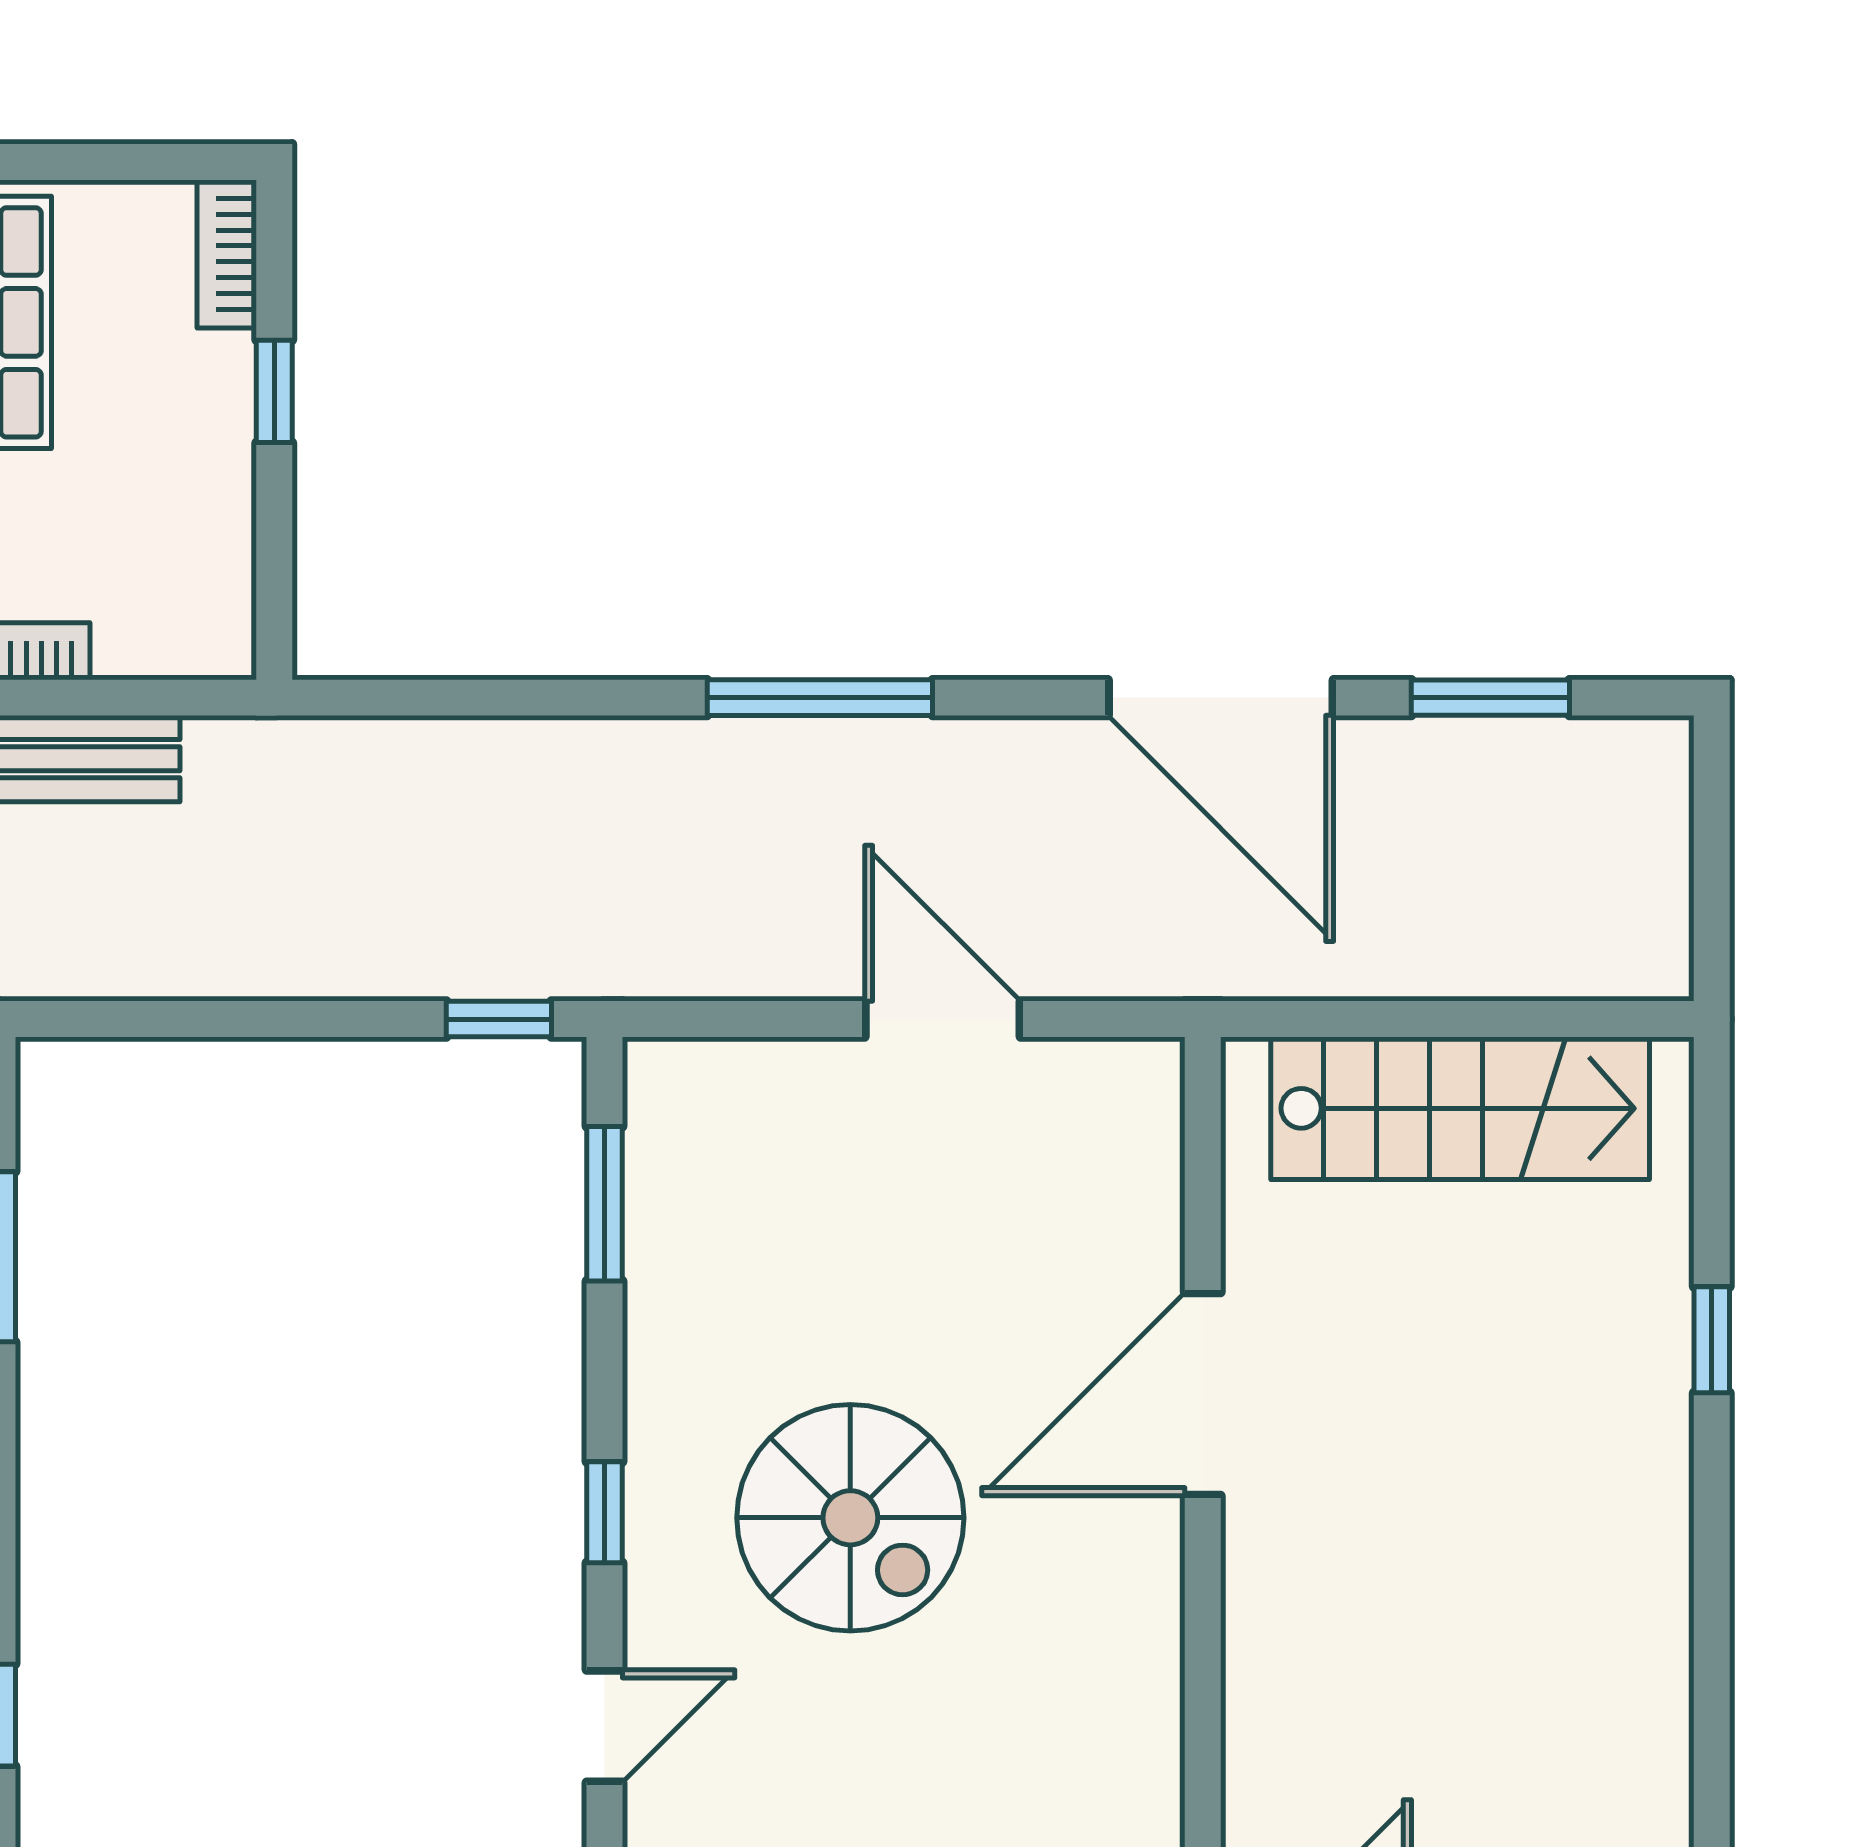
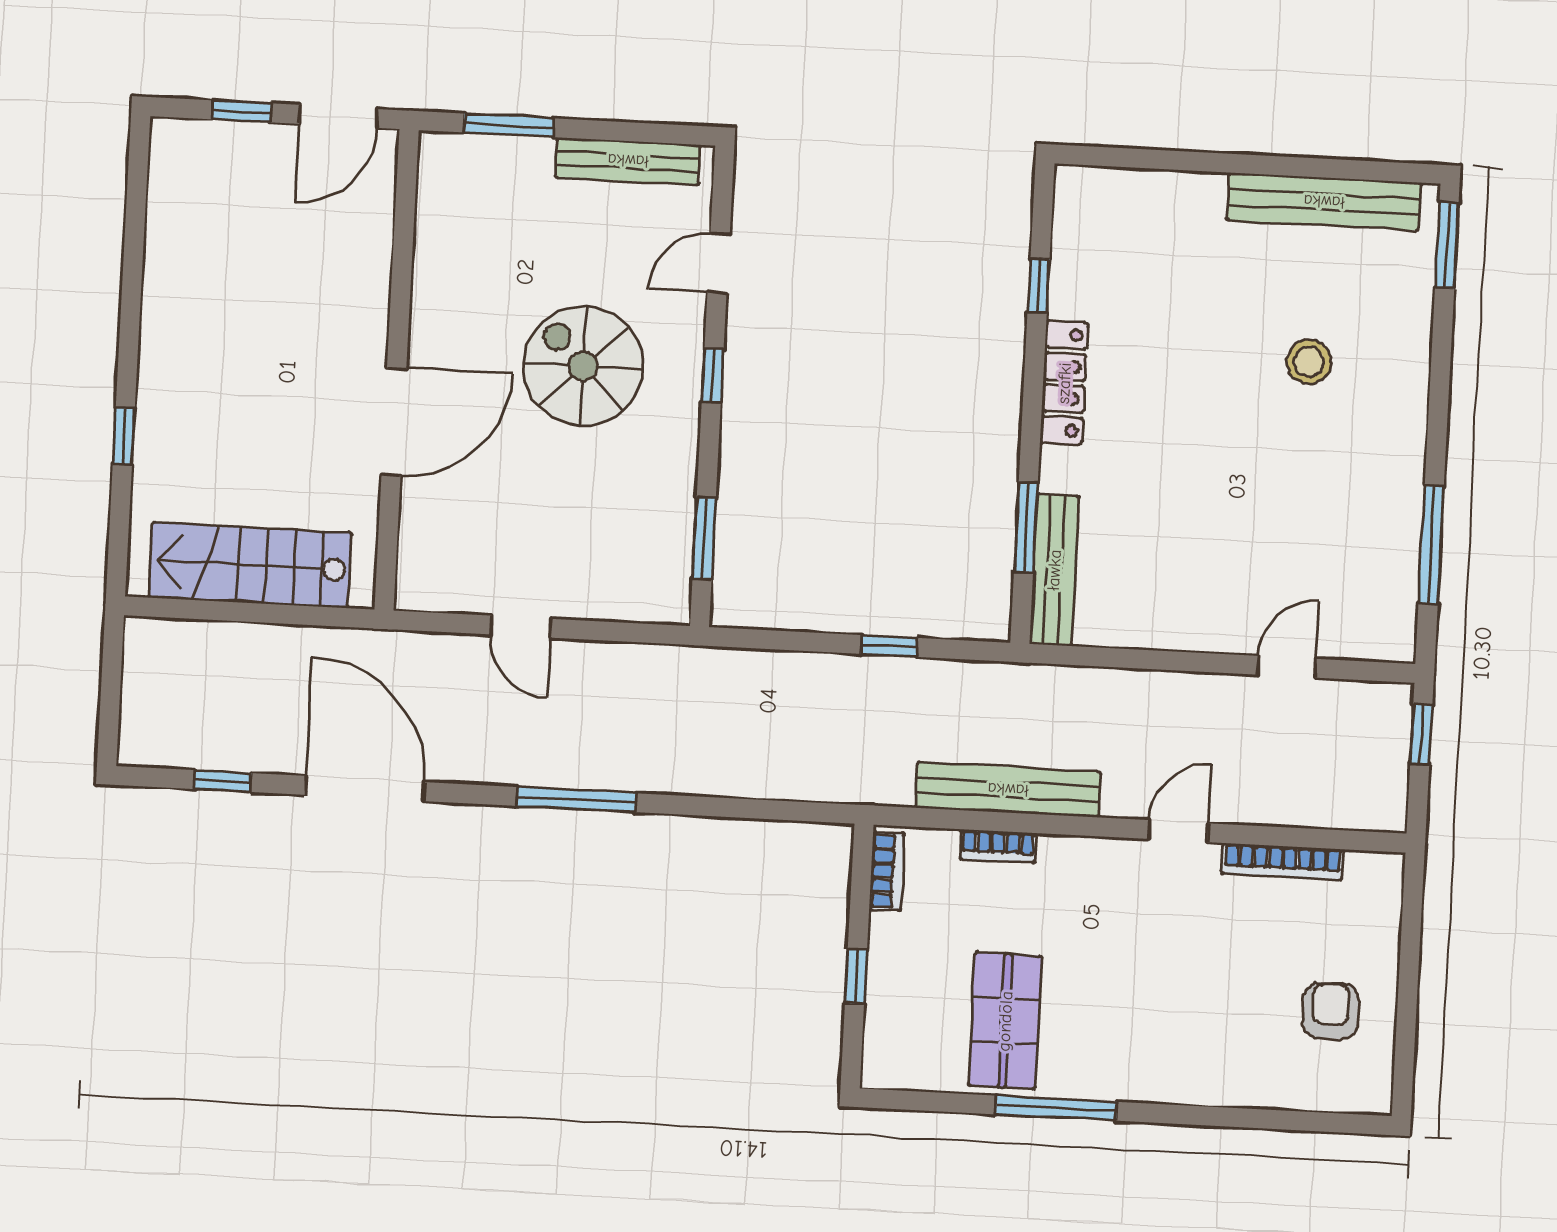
bookcase: (227, 254) -> (887, 871), moved
window: (1490, 698) -> (223, 781), width x0.67
window: (499, 1019) -> (889, 646), moved
door: (943, 1019) -> (521, 627), width x0.73

